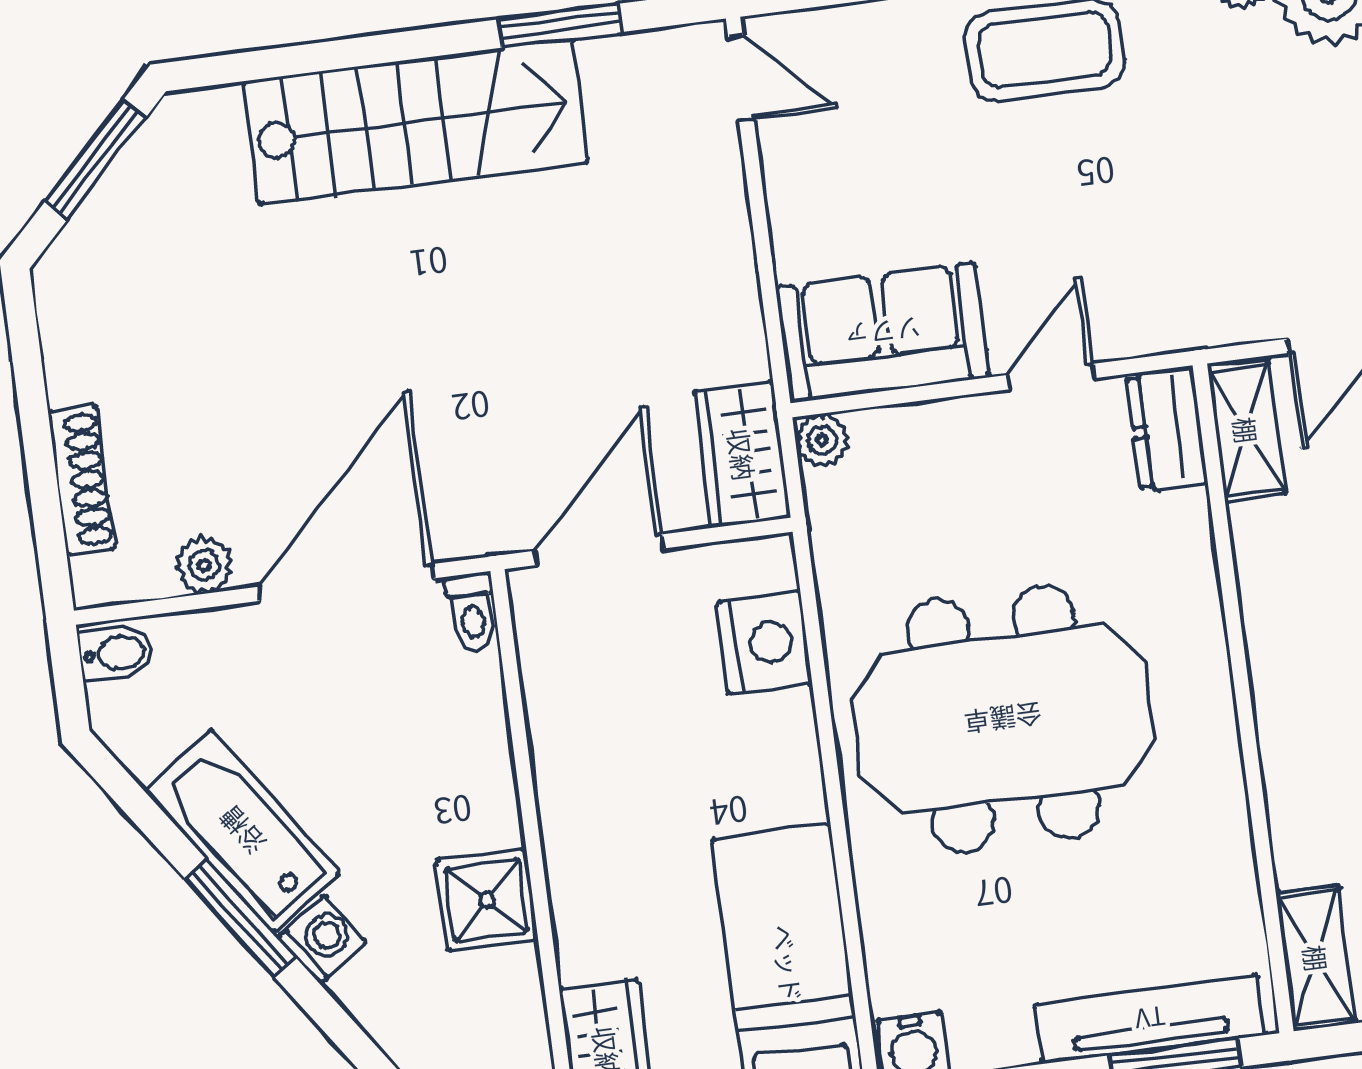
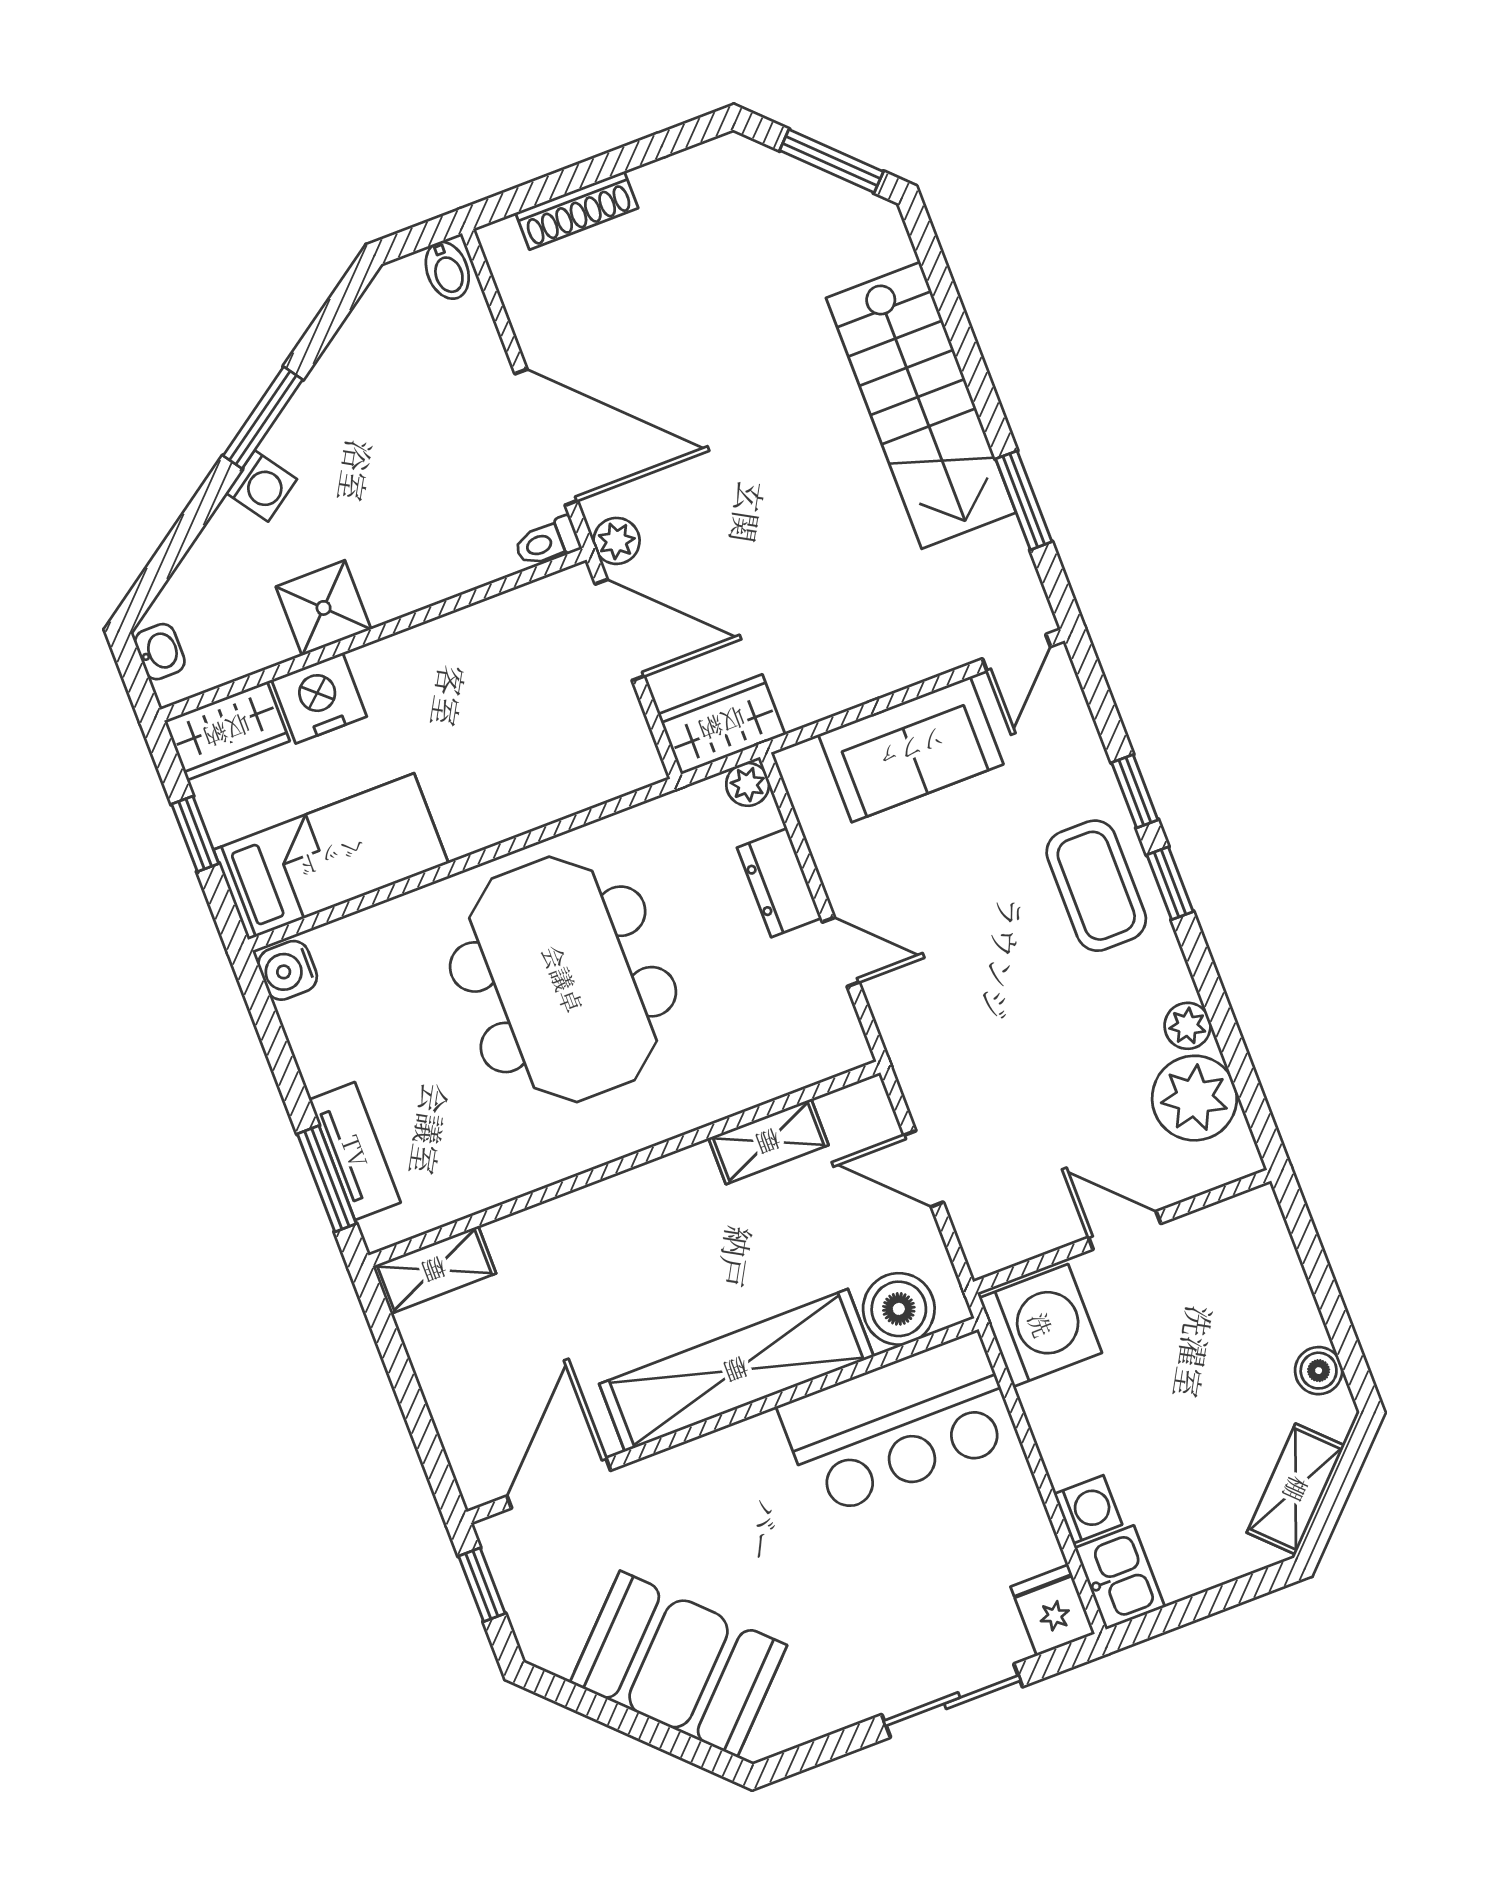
sofa: (883, 333) -> (911, 749), moved, turned 90
dresser: (1167, 429) -> (779, 883), moved, turned -90
shelving: (1246, 430) -> (768, 1142), moved
plant: (204, 565) -> (617, 541), moved
nightstand: (764, 643) -> (319, 698), moved, turned 180
bathtub: (242, 831) -> (331, 403), removed
tv unit: (1150, 1019) -> (355, 1151), width x0.71

